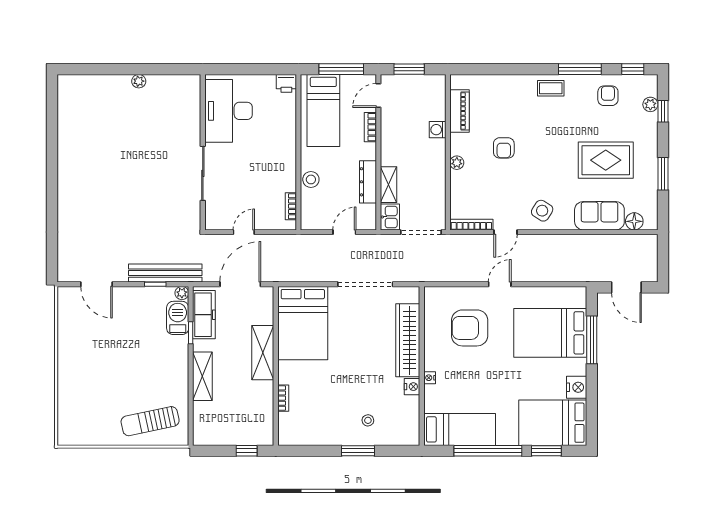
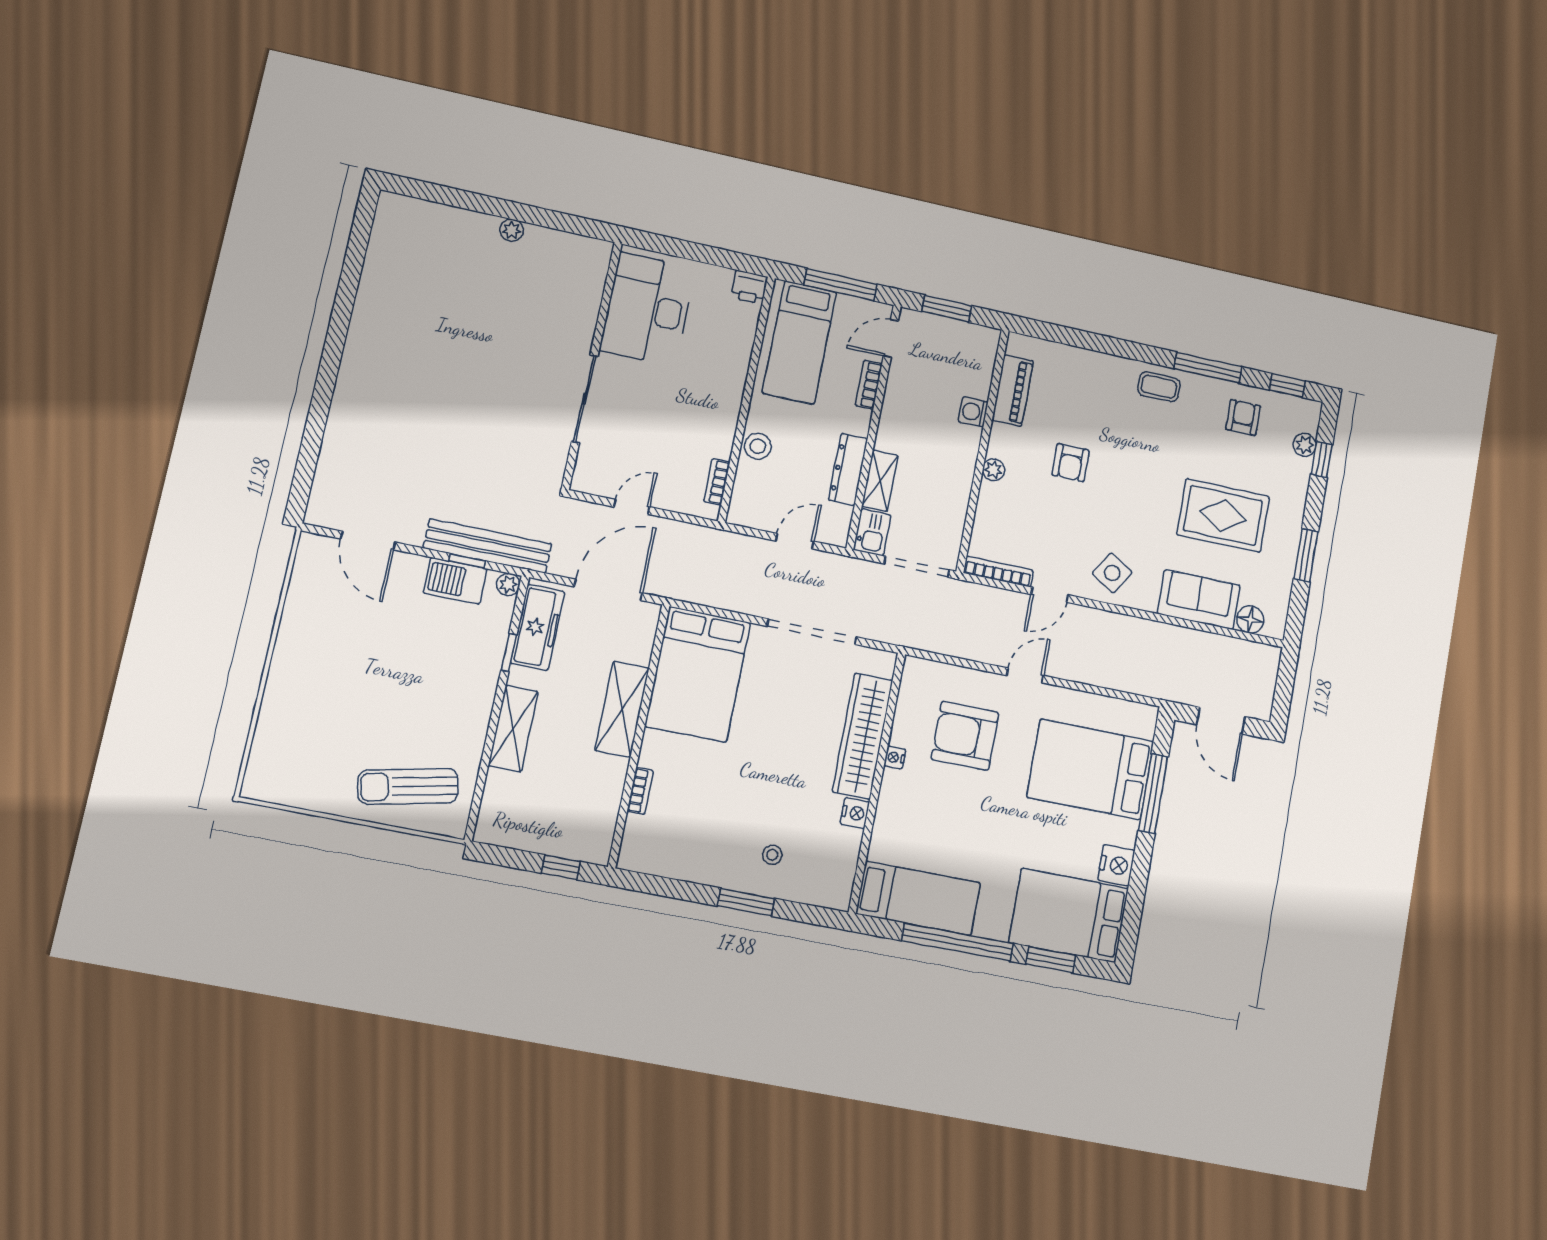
barbecue: (178, 318) -> (455, 581), moved, turned -90
nightstand: (430, 378) -> (895, 758), moved

